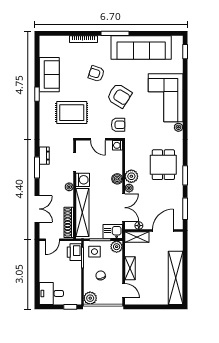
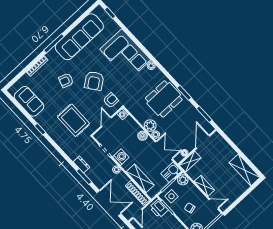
sofa: (49, 75) -> (29, 101), moved
armchair: (119, 96) -> (94, 81), turned 112
rug: (72, 113) -> (74, 120), turned 90
door: (98, 139) -> (106, 122), swing flipped
dining table: (163, 165) -> (164, 99), width x1.38
double door: (37, 209) -> (109, 203), width x1.37
shelving: (82, 213) -> (140, 178), width x0.68
shelving: (176, 278) -> (245, 170), width x0.68

